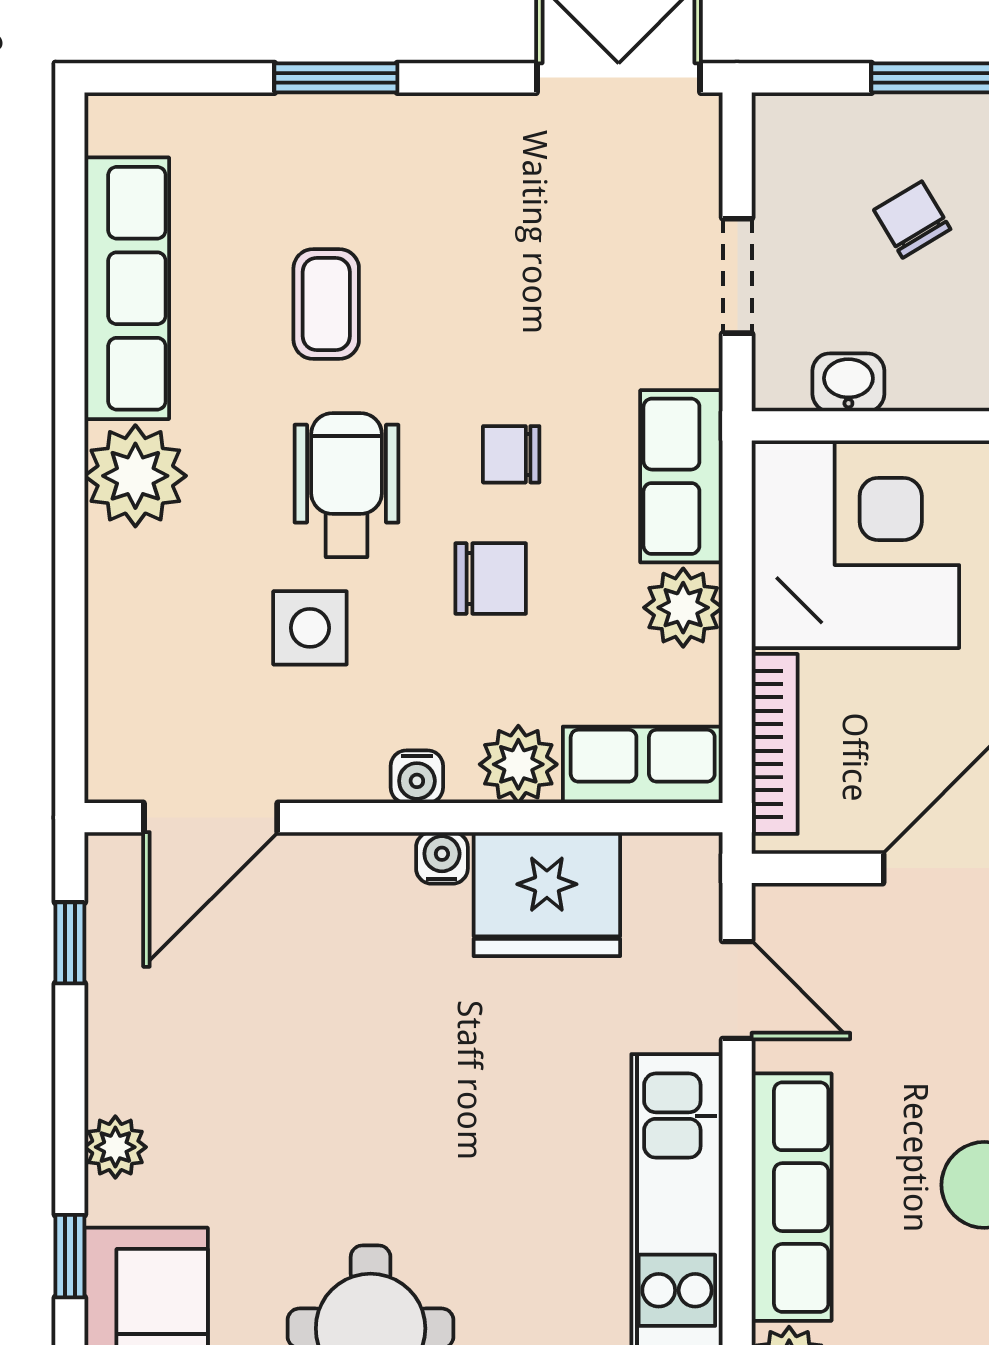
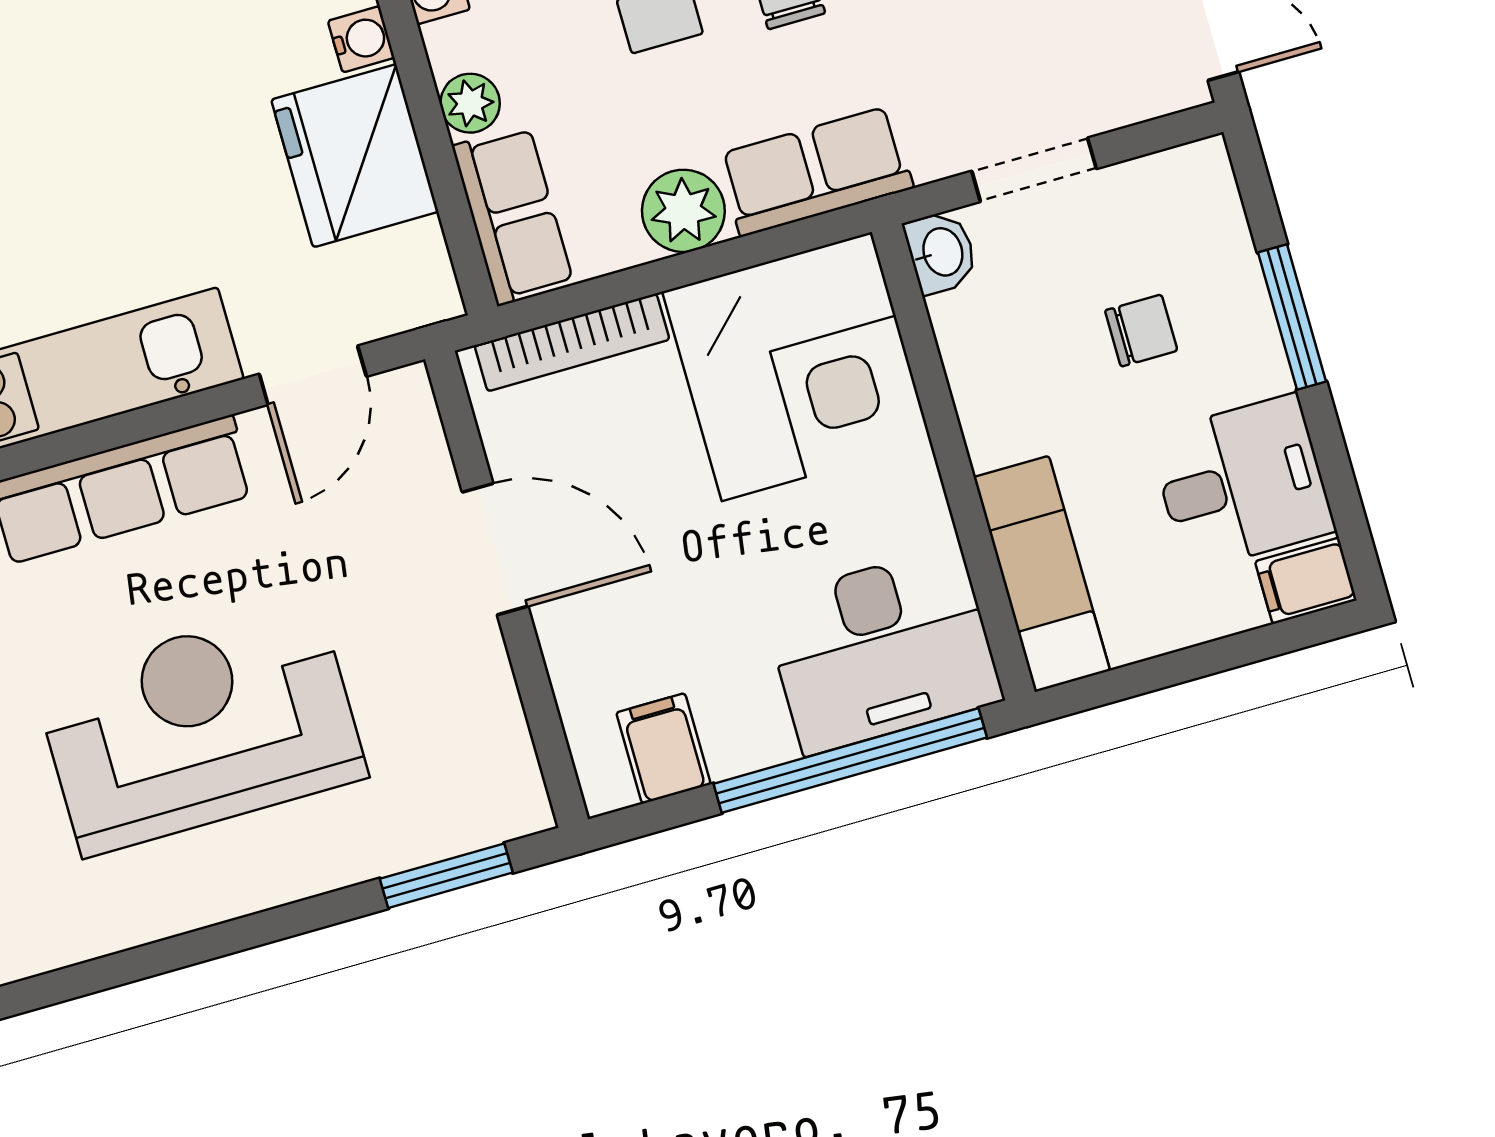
chair: (912, 220) -> (1141, 331), turned 31
washbasin: (848, 382) -> (941, 252), moved
plant: (518, 764) -> (470, 103), width x0.73, depth x0.73

